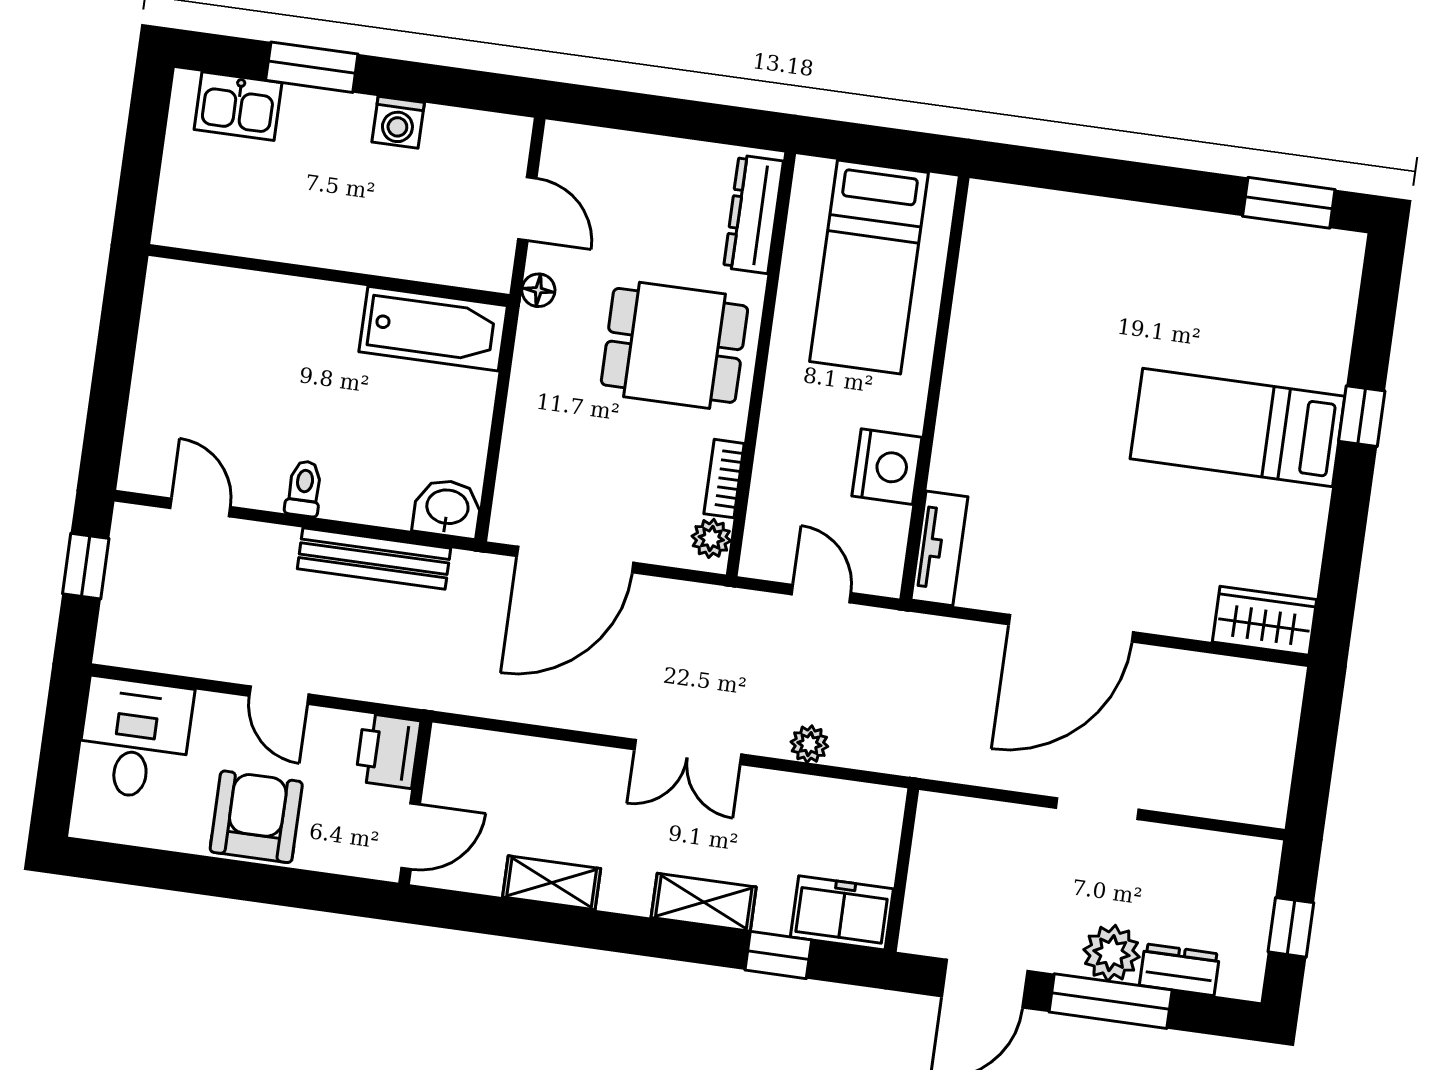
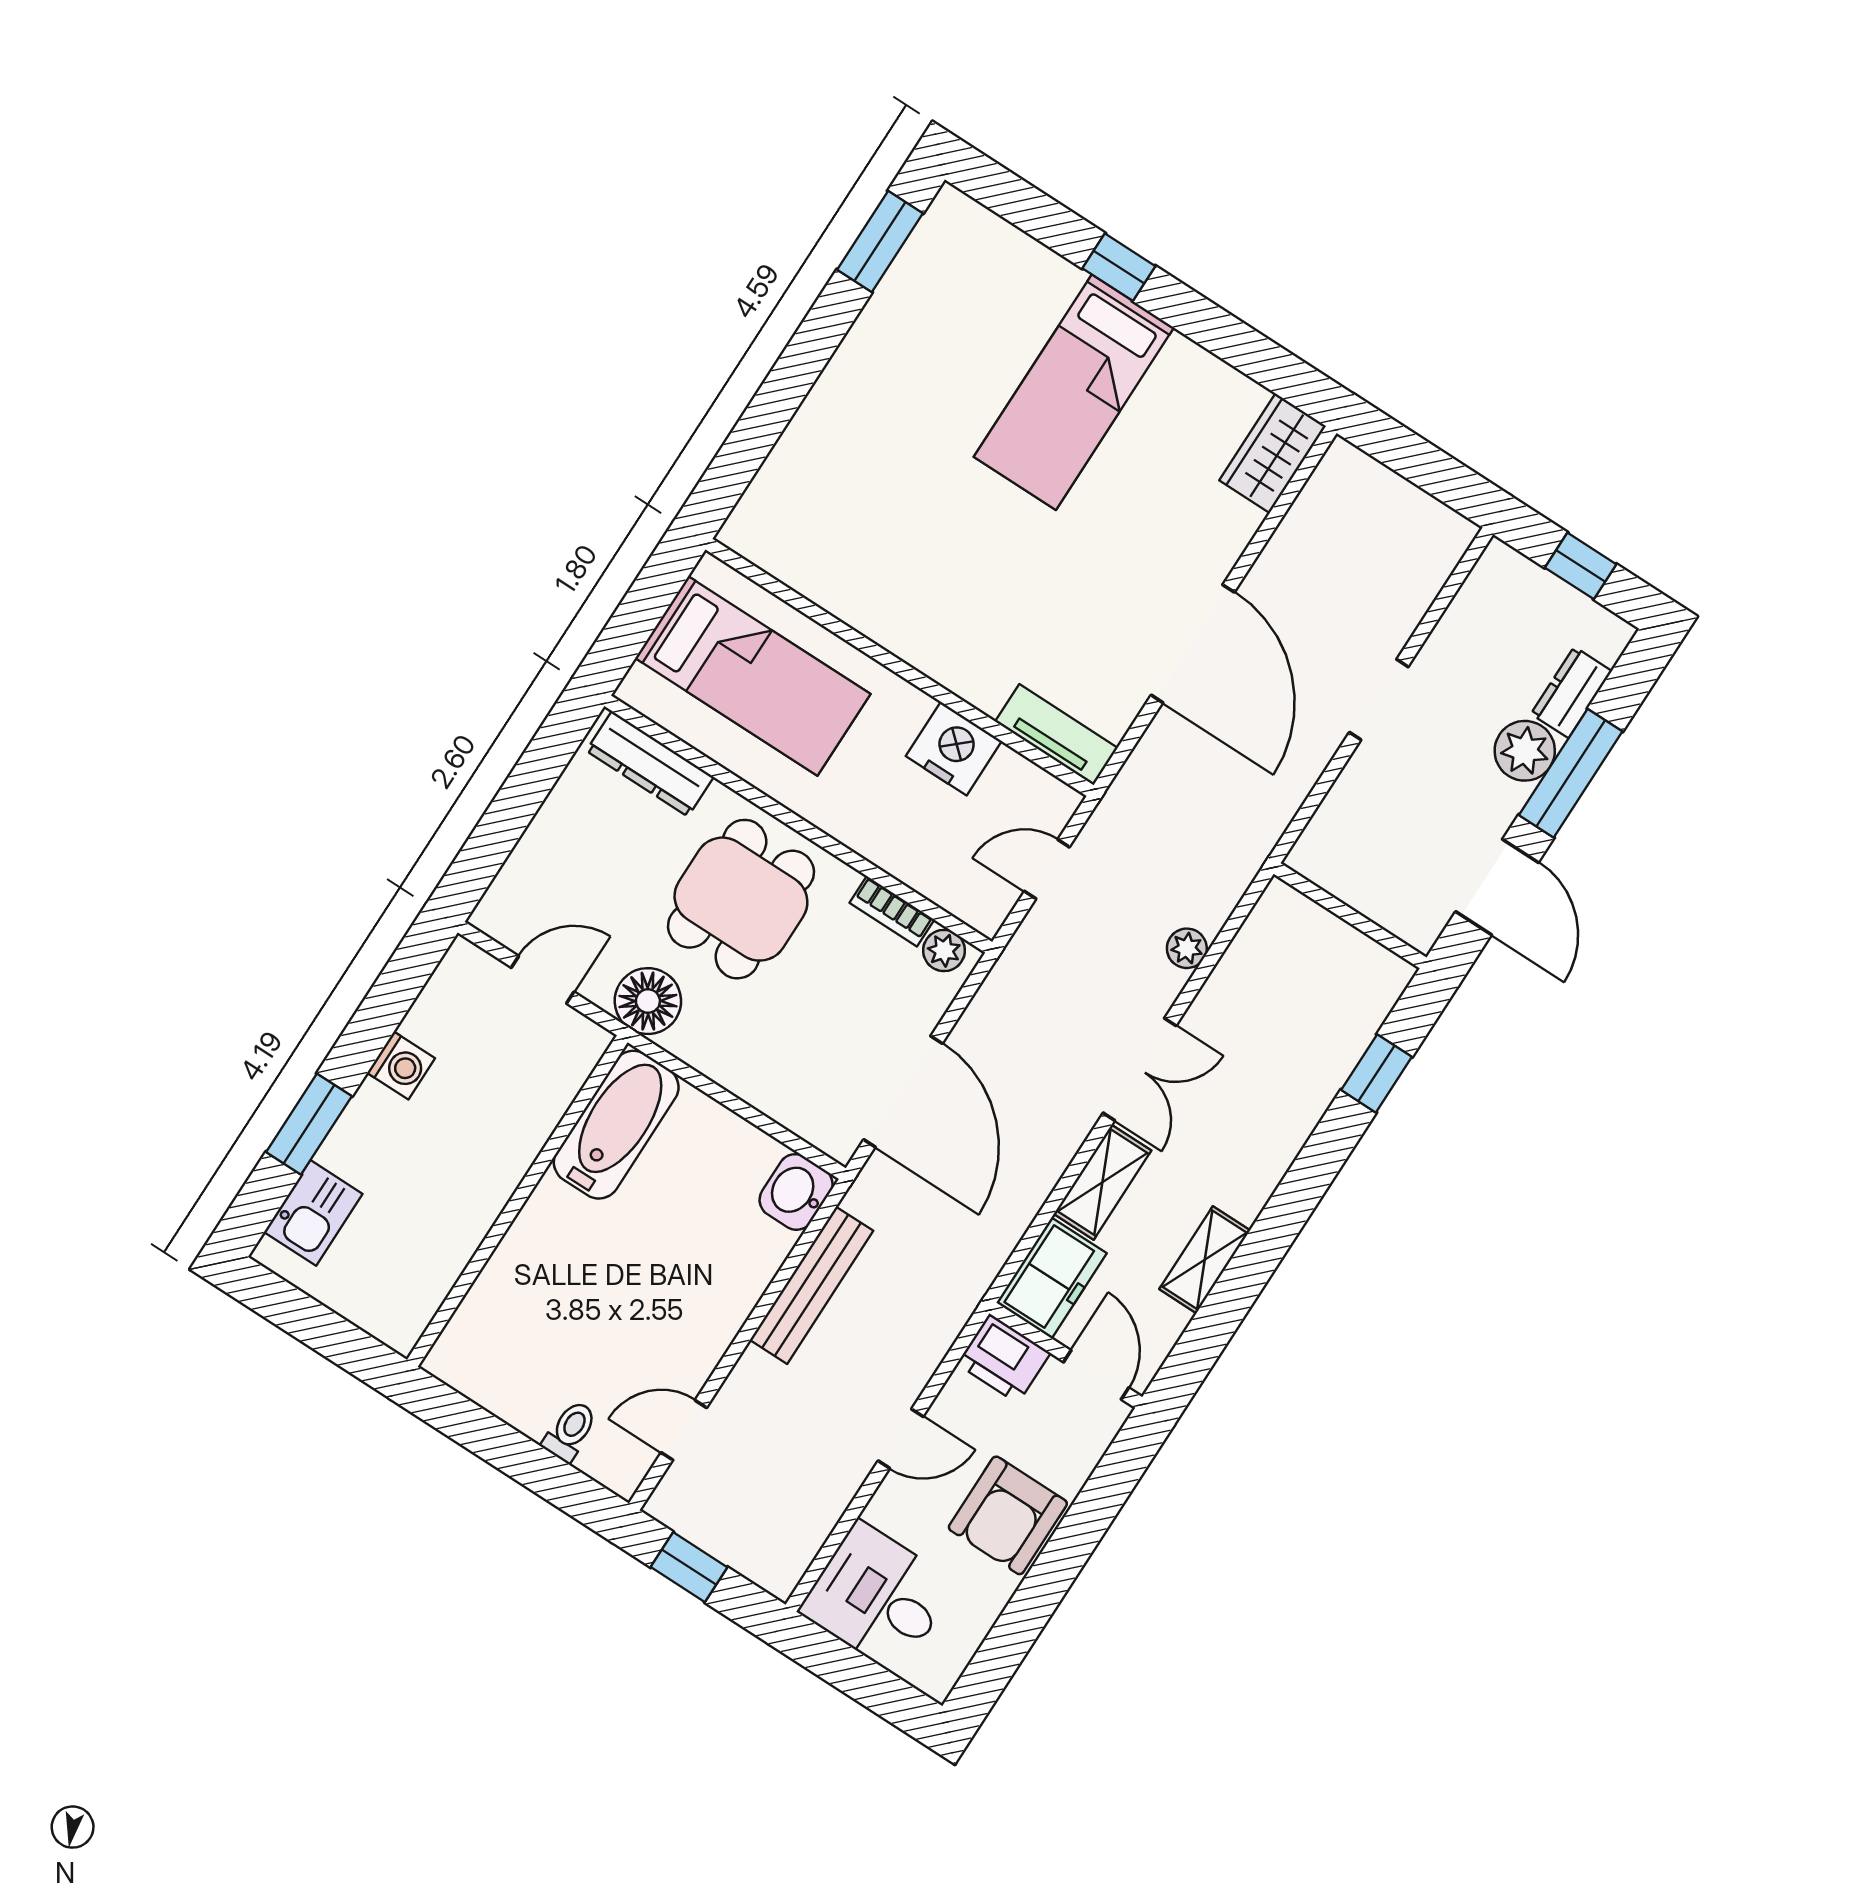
floor lamp: (538, 290) -> (648, 1001), width x1.89, depth x1.89
toilet: (304, 489) -> (570, 1431), moved, turned 90
armchair: (256, 817) -> (1008, 1515), turned -90
shelving: (704, 902) -> (1103, 1182), moved
freezer: (842, 913) -> (1051, 1278), moved, turned 180

